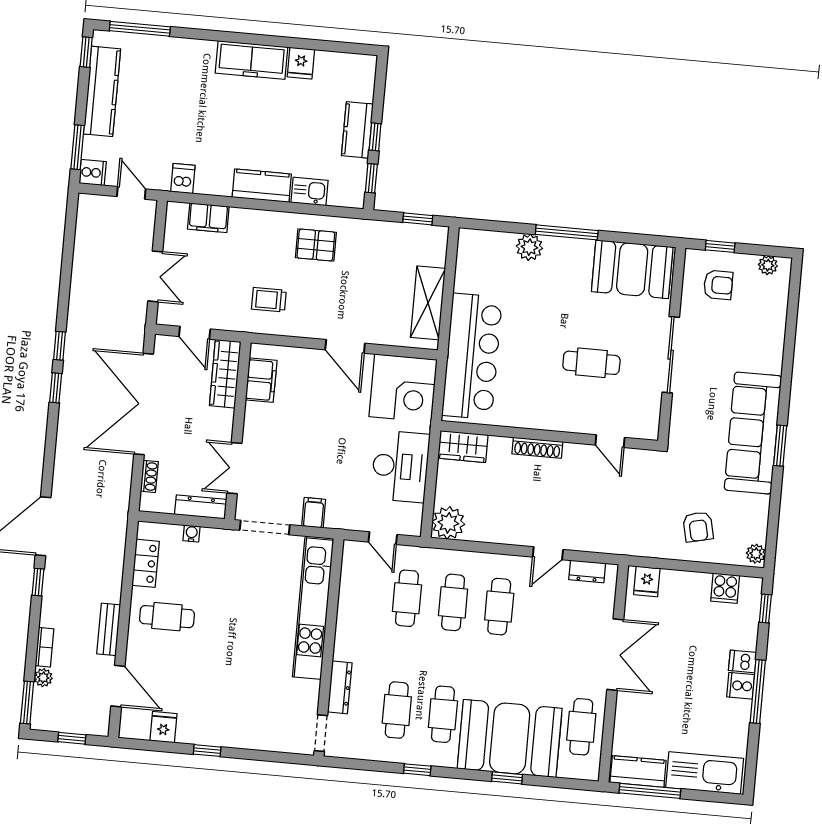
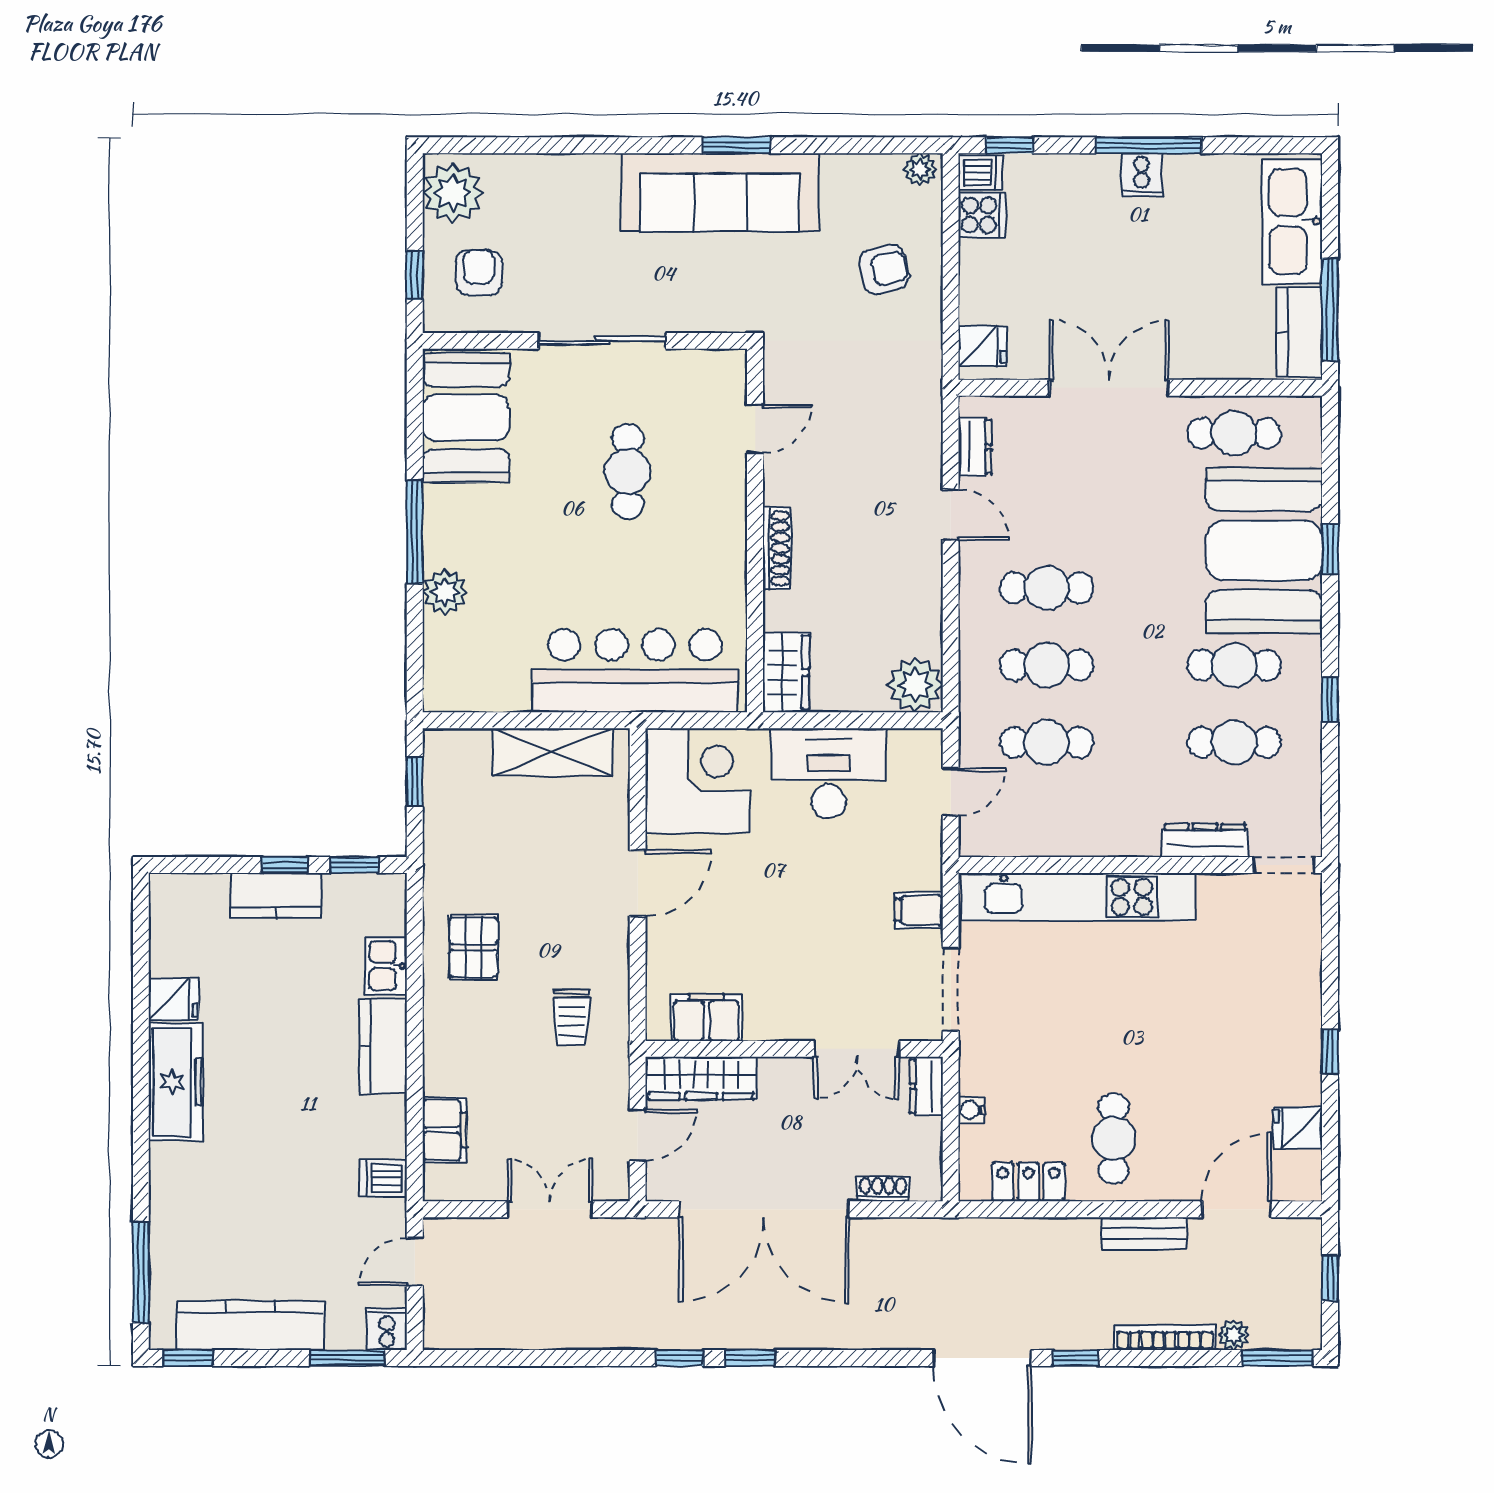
plant: (768, 265) -> (453, 193), width x1.87, depth x1.87
dresser: (201, 507) -> (926, 1086), width x0.70
bookcase: (44, 647) -> (1165, 1337), width x1.56
dishwasher: (743, 661) -> (980, 173), moved, turned -90

